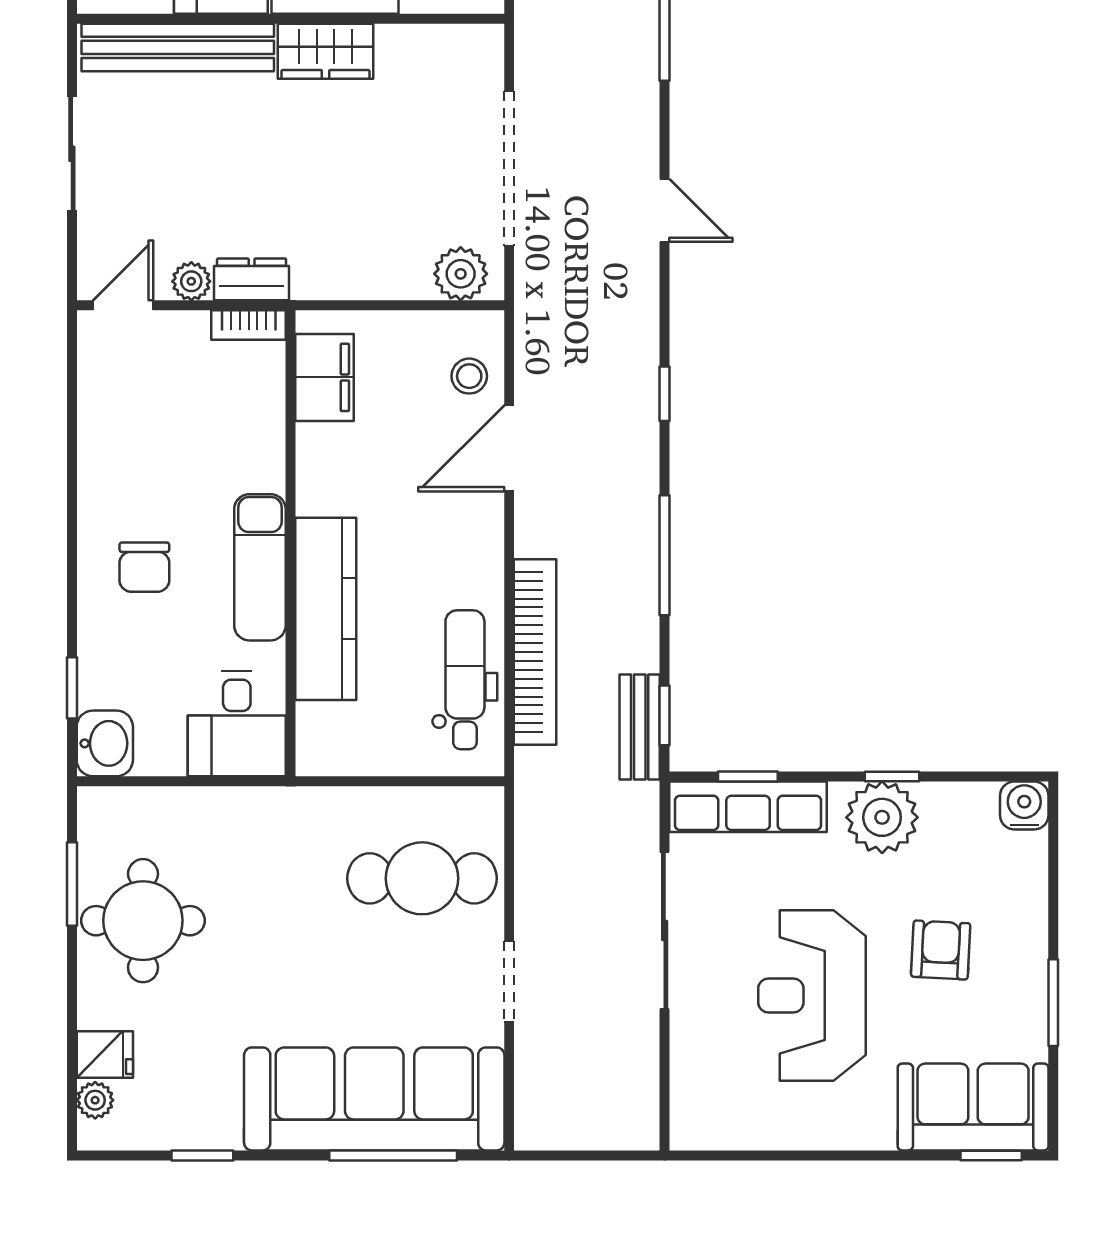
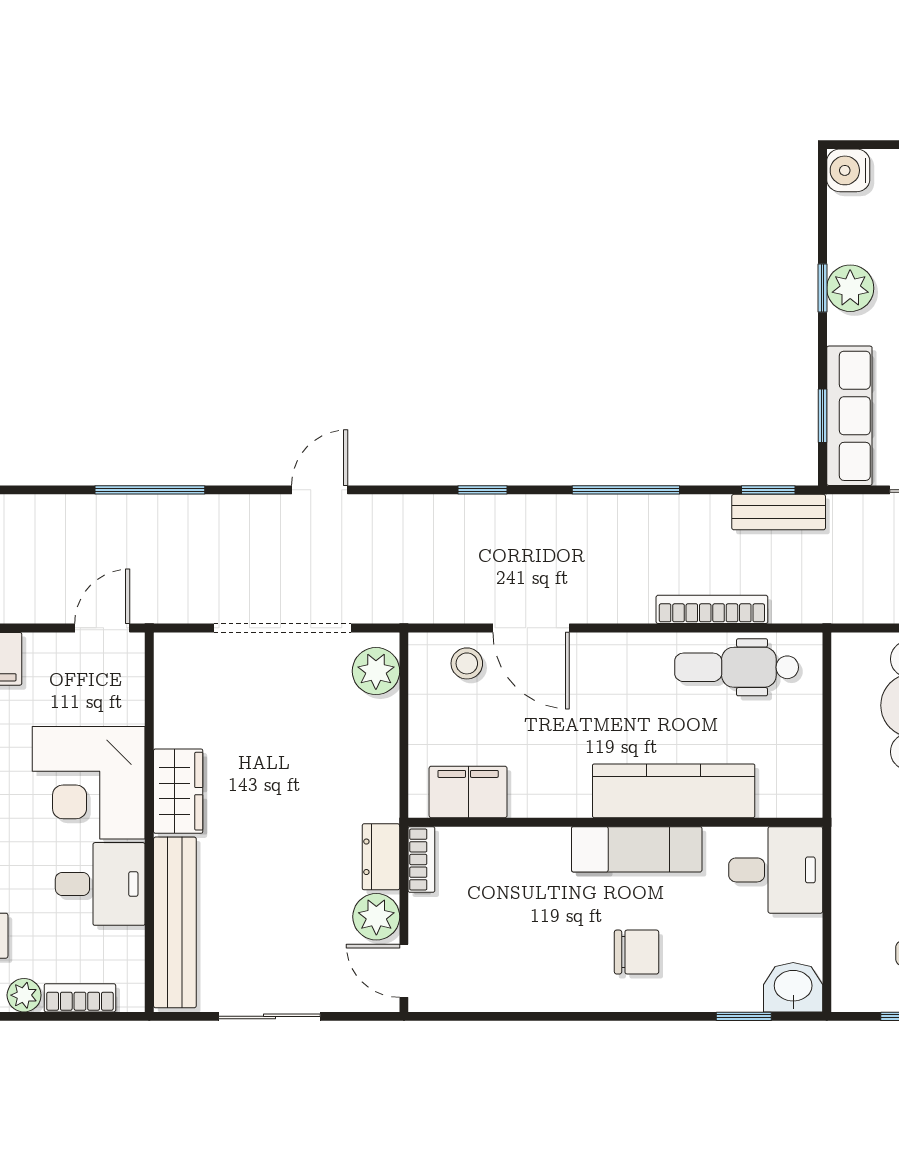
plant: (191, 281) -> (376, 917), width x1.38, depth x1.38
bookcase: (535, 652) -> (712, 609), width x0.68, depth x0.76
plant: (882, 817) -> (850, 288), width x0.73, depth x0.73

